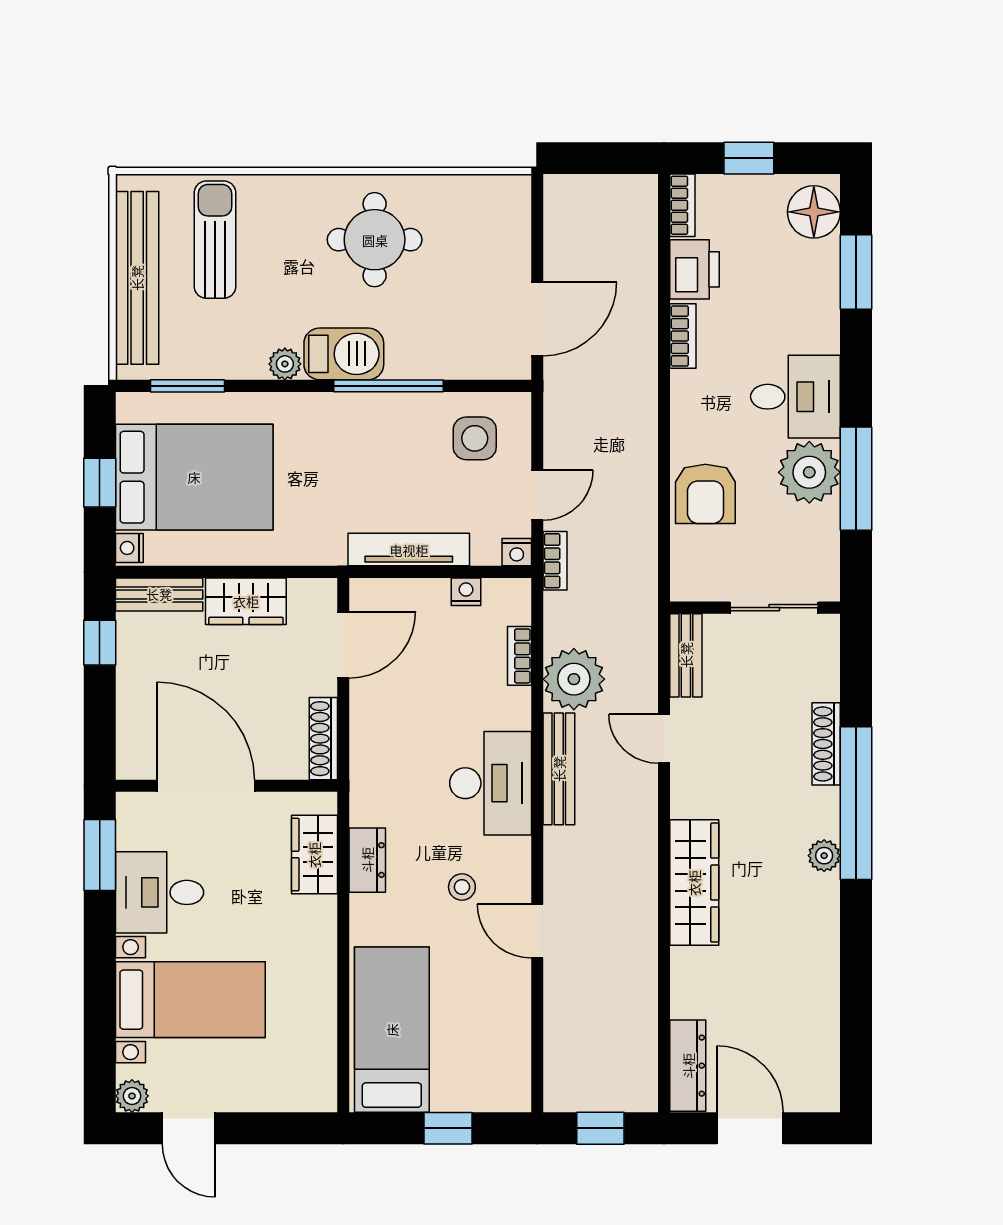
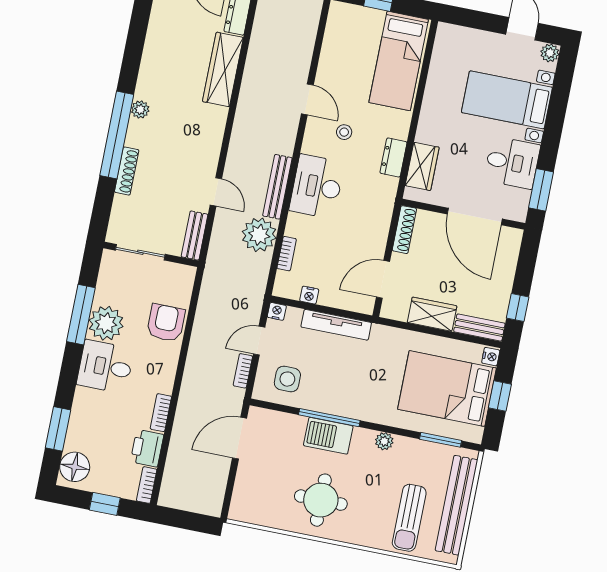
barbecue: (344, 354) -> (328, 436), moved
bookcase: (555, 561) -> (243, 371), moved
wardrobe: (694, 883) -> (223, 69), moved

